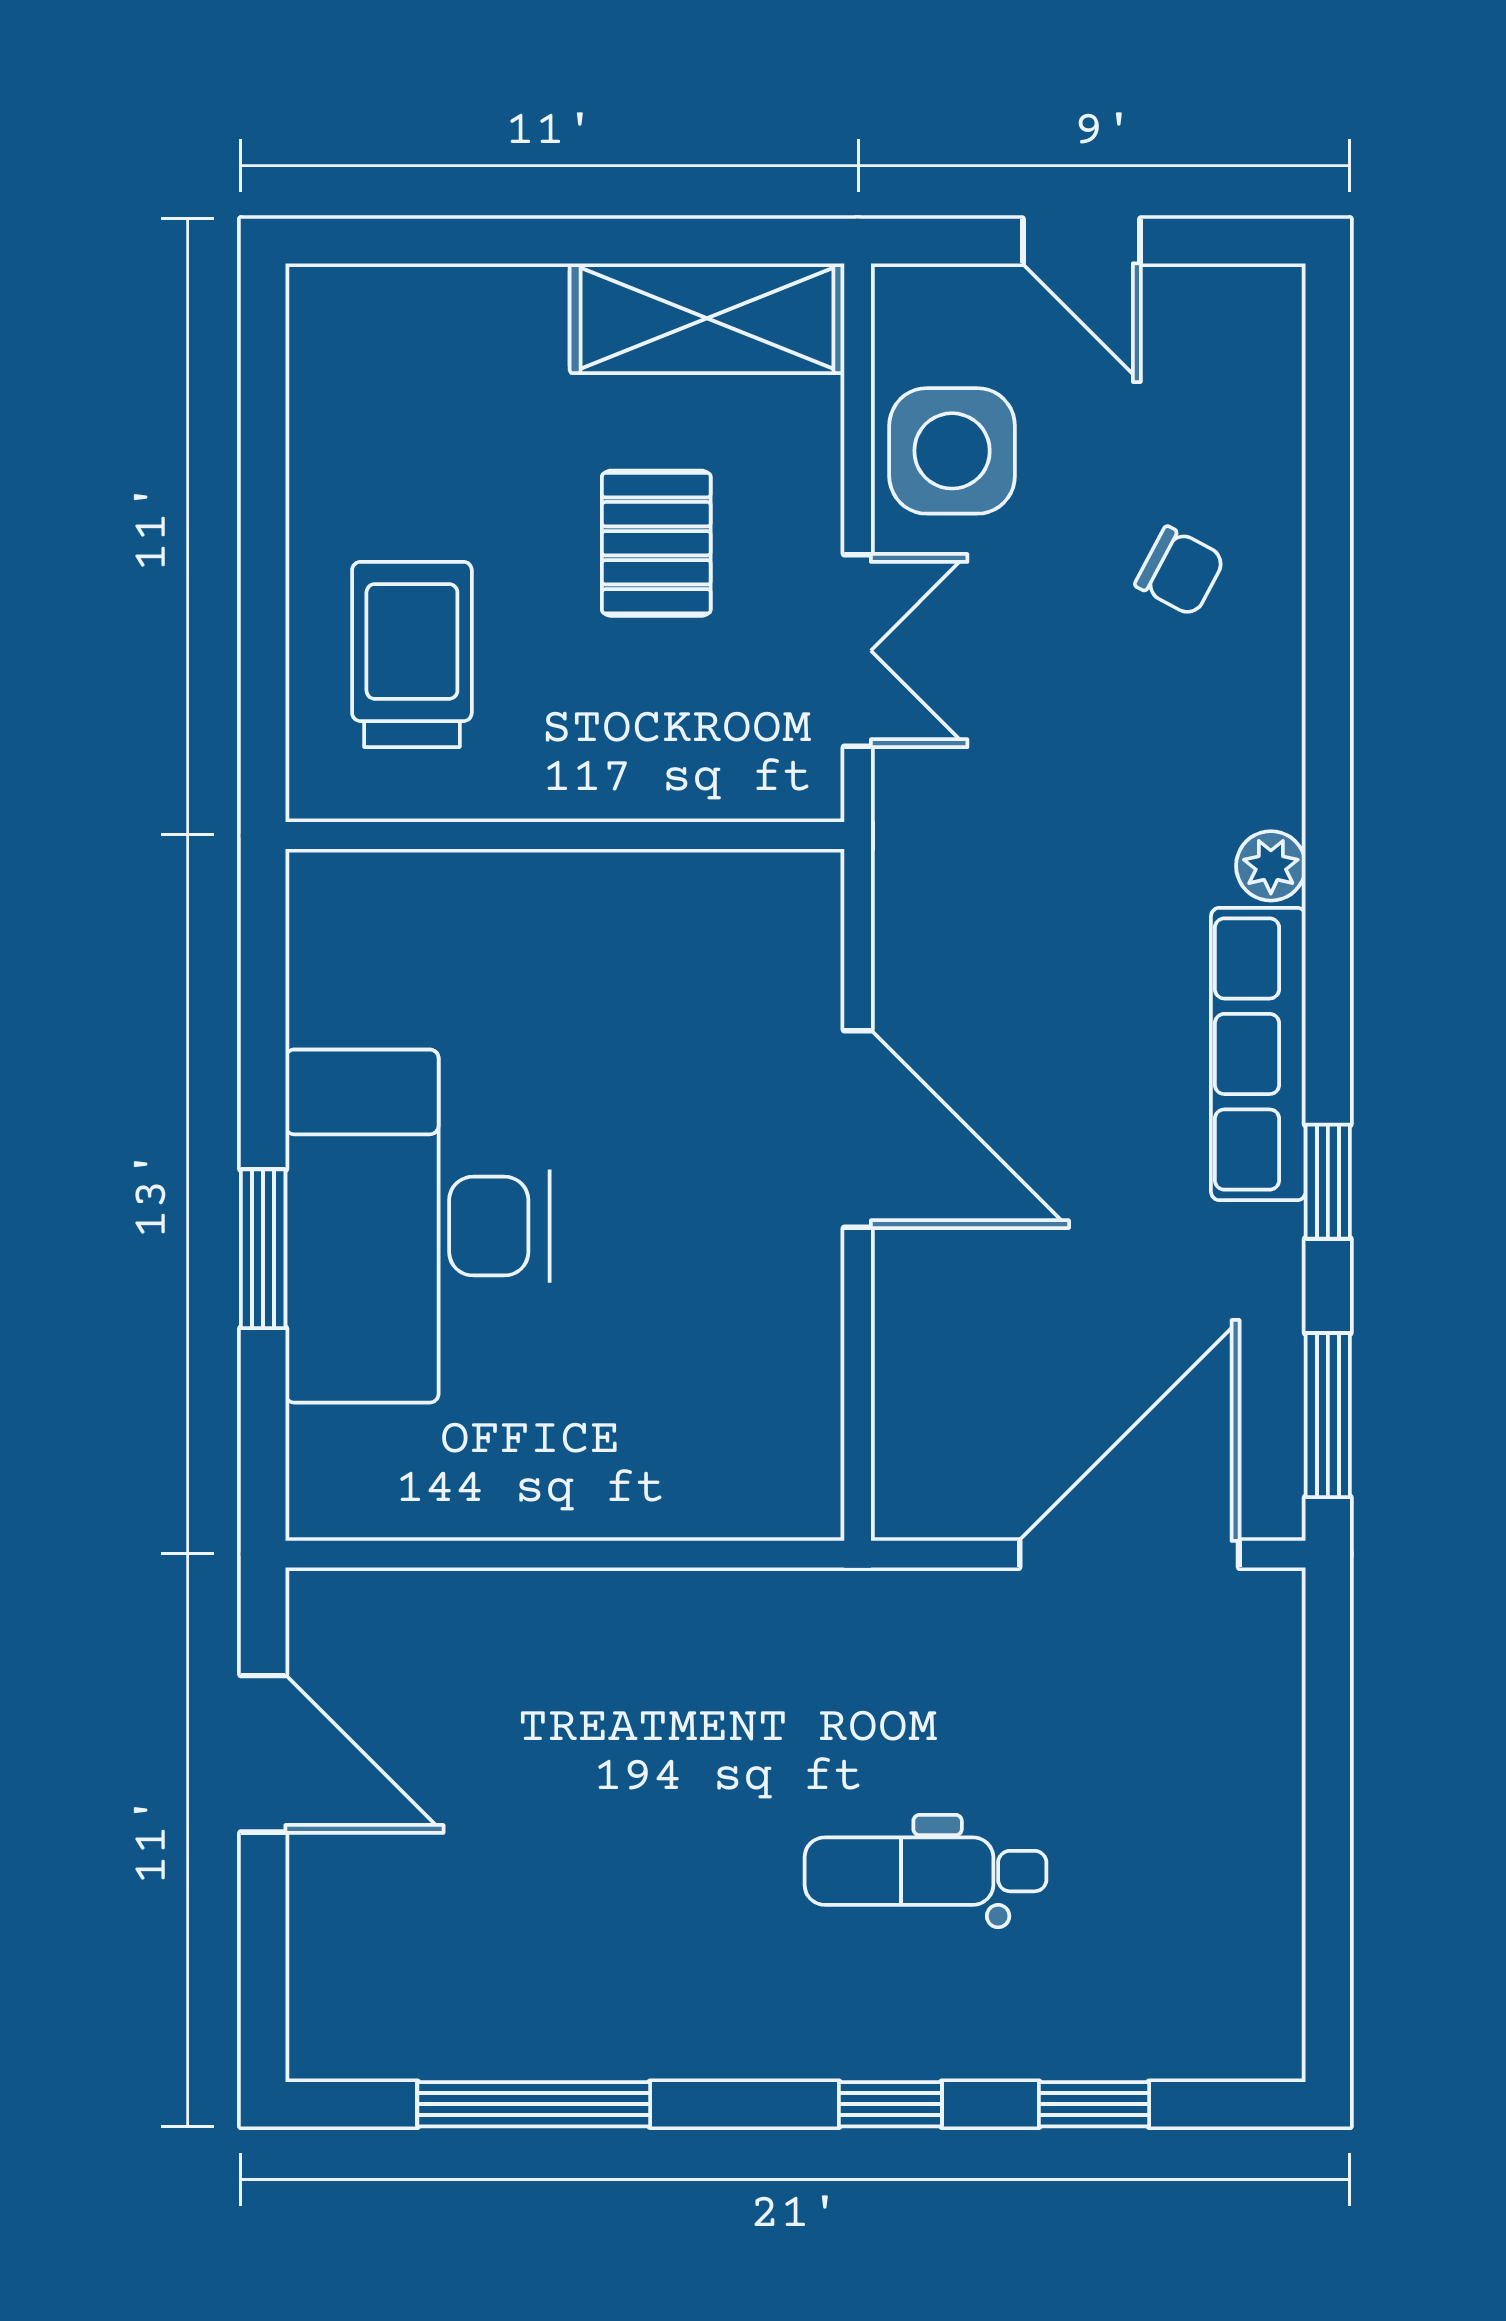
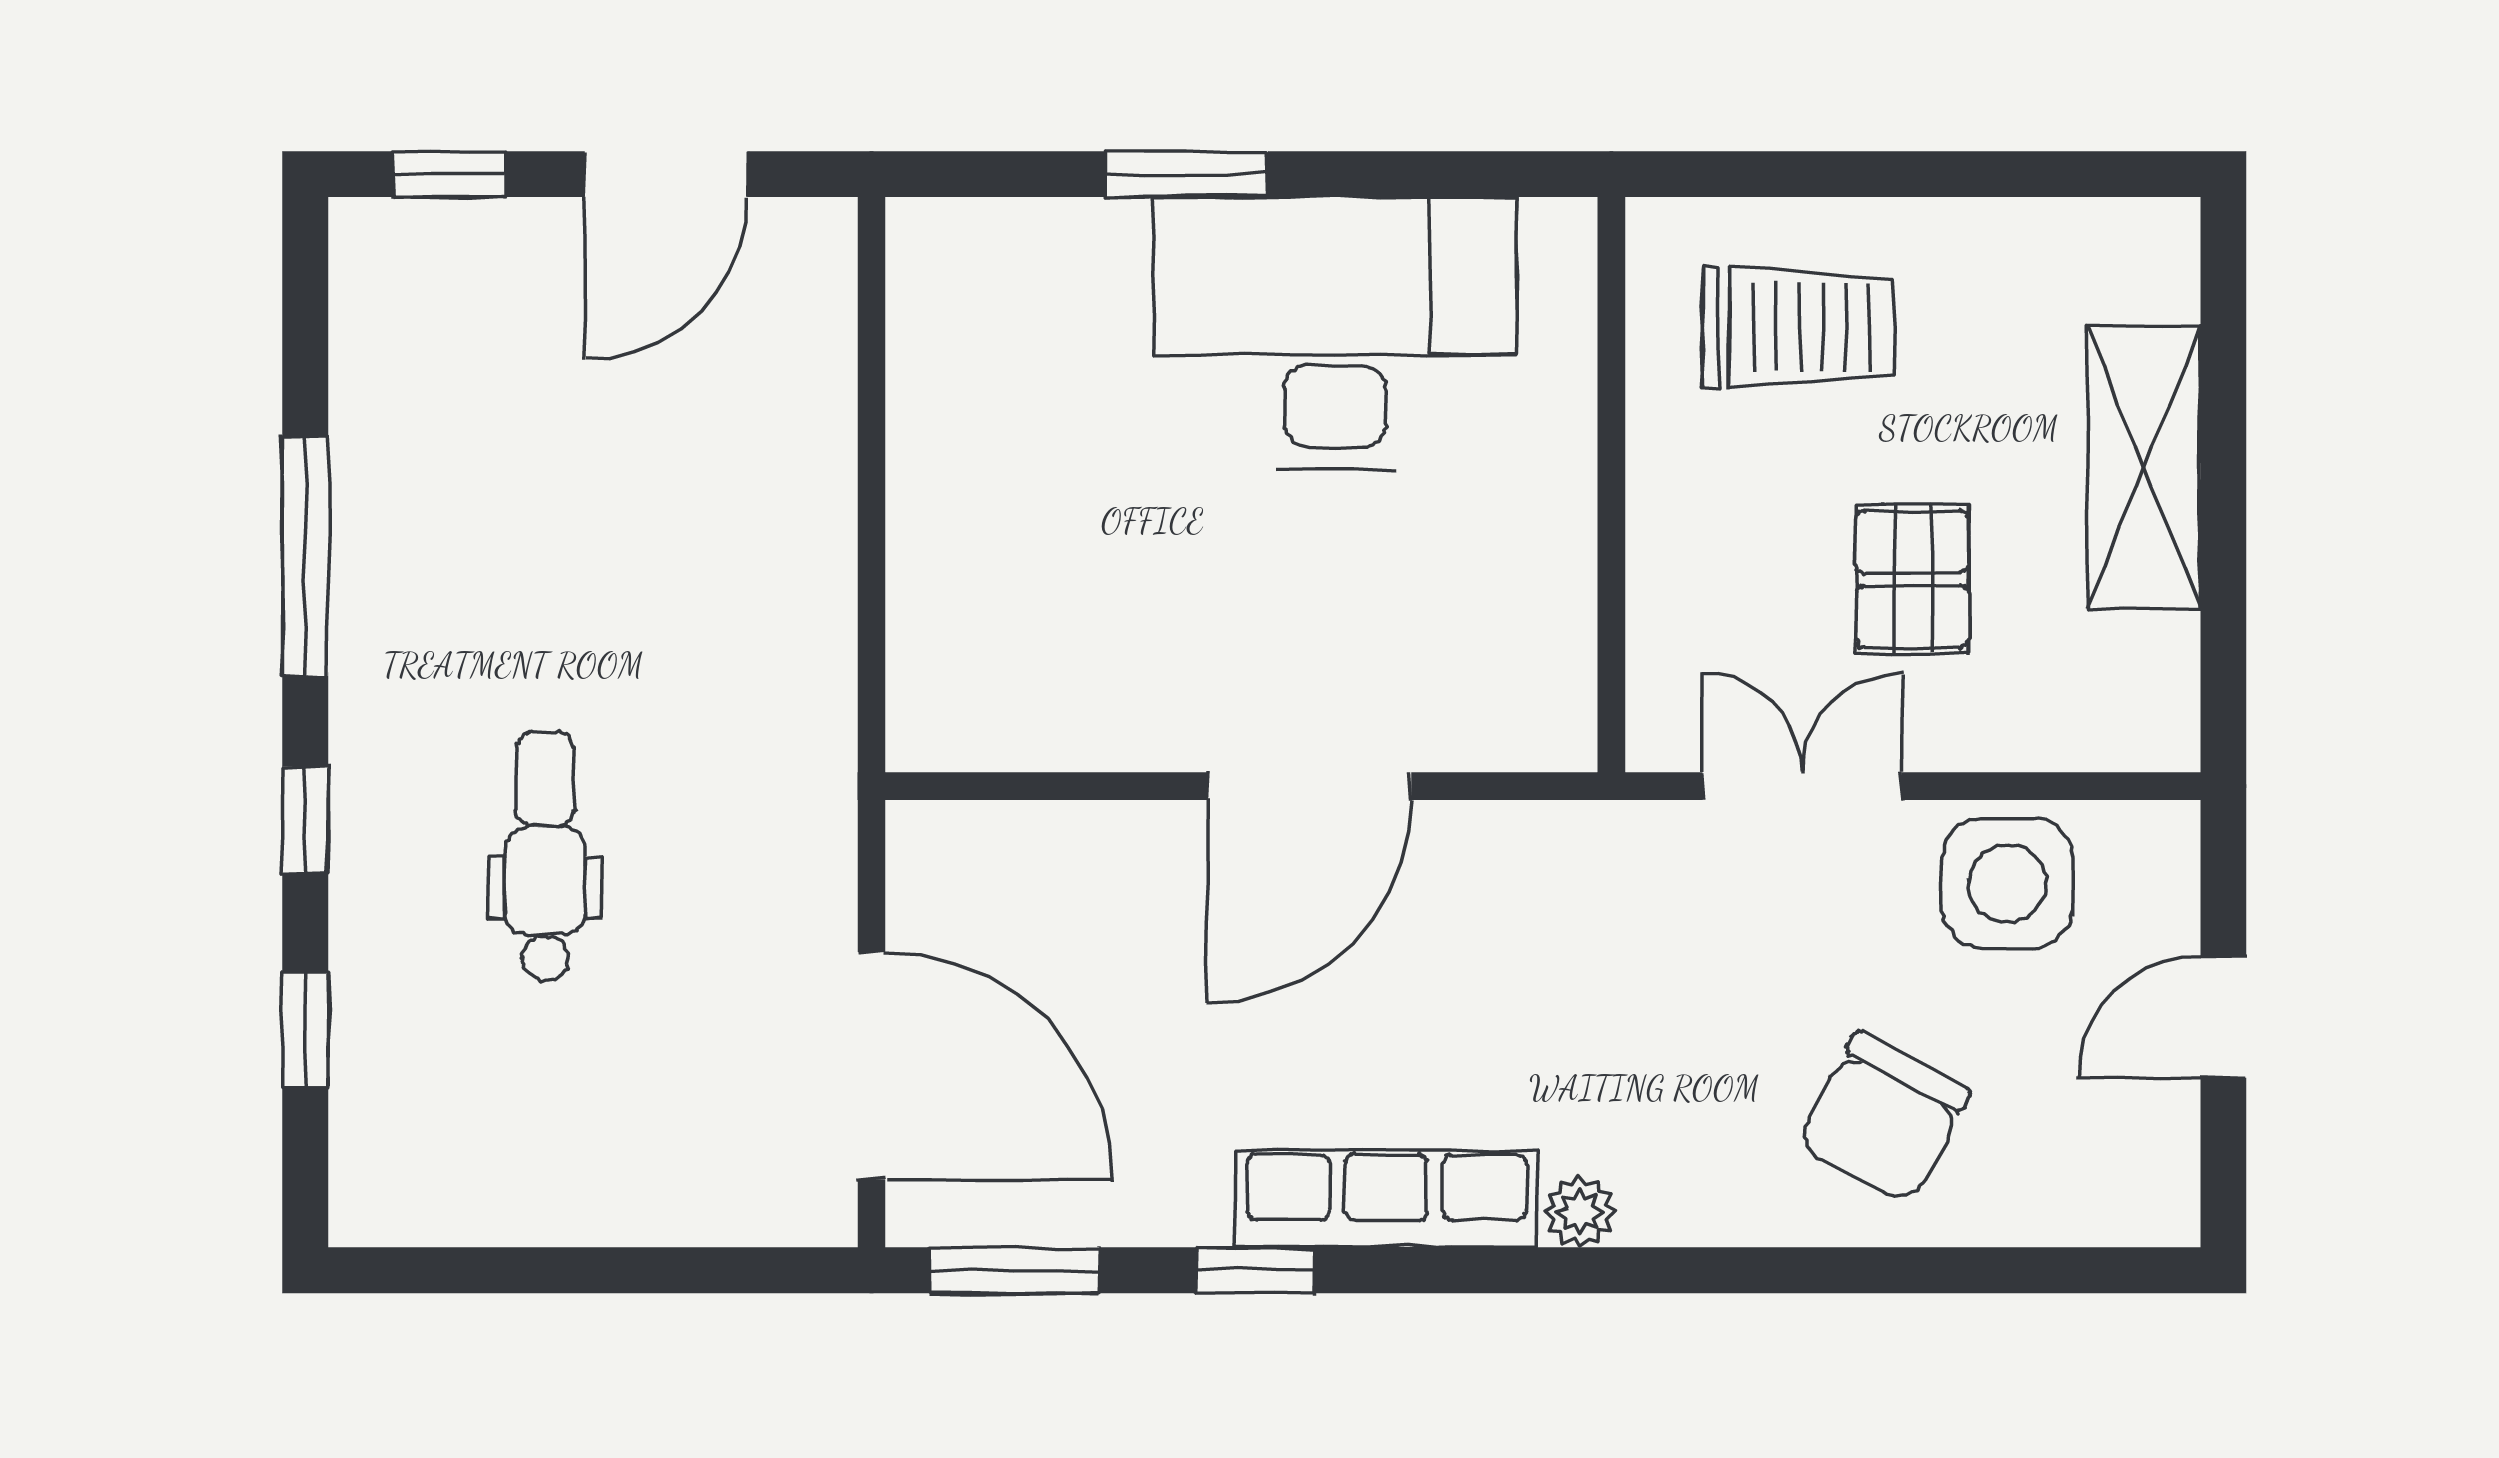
shelving: (707, 318) -> (2144, 467), moved
pallet: (656, 543) -> (1912, 579), turned 90
chair: (1180, 571) -> (1883, 1118), width x1.87, depth x1.87
double door: (858, 651) -> (1802, 786), swing flipped
desk: (417, 1226) -> (1335, 333), moved
window: (263, 1964) -> (449, 174), added
window: (534, 2104) -> (305, 556), moved

